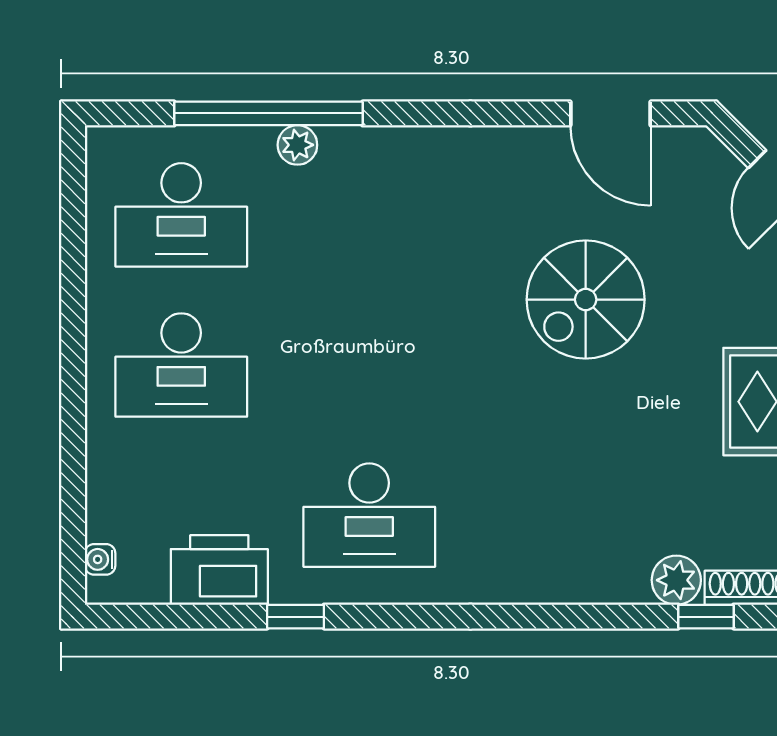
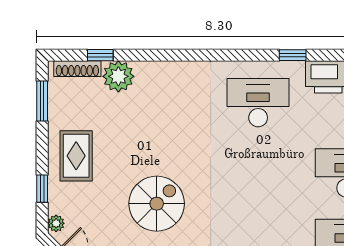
plant: (676, 580) -> (118, 76), width x1.36, depth x1.36

